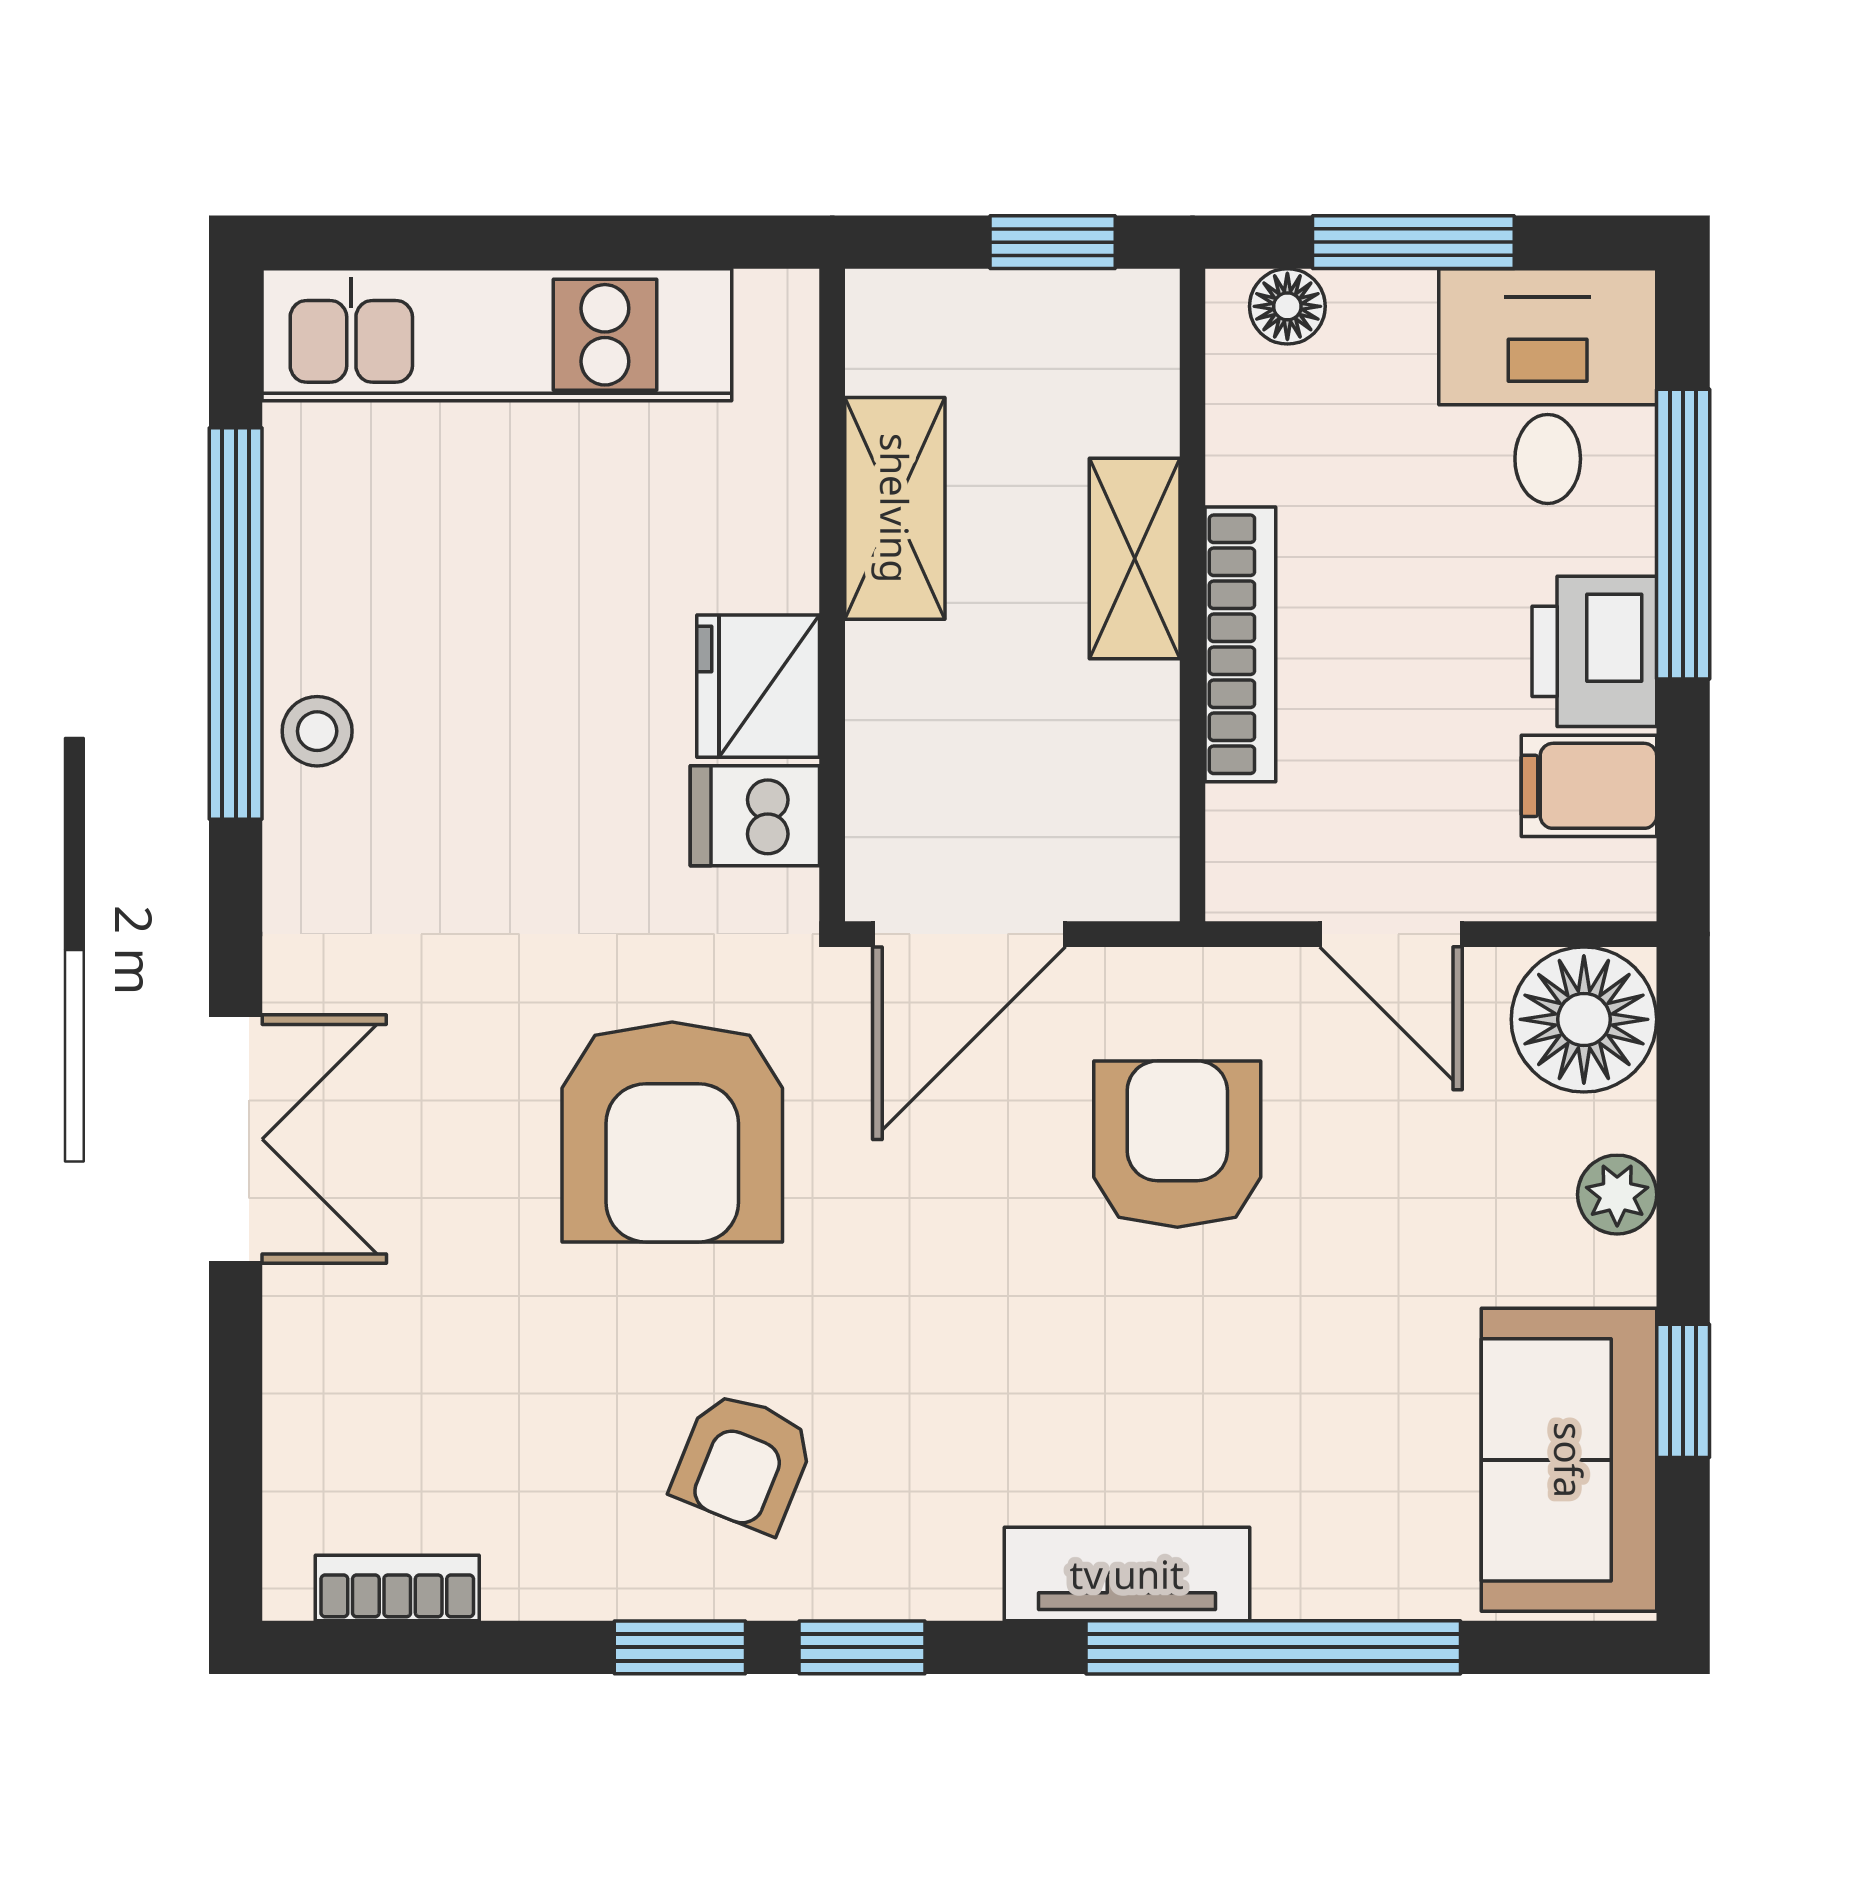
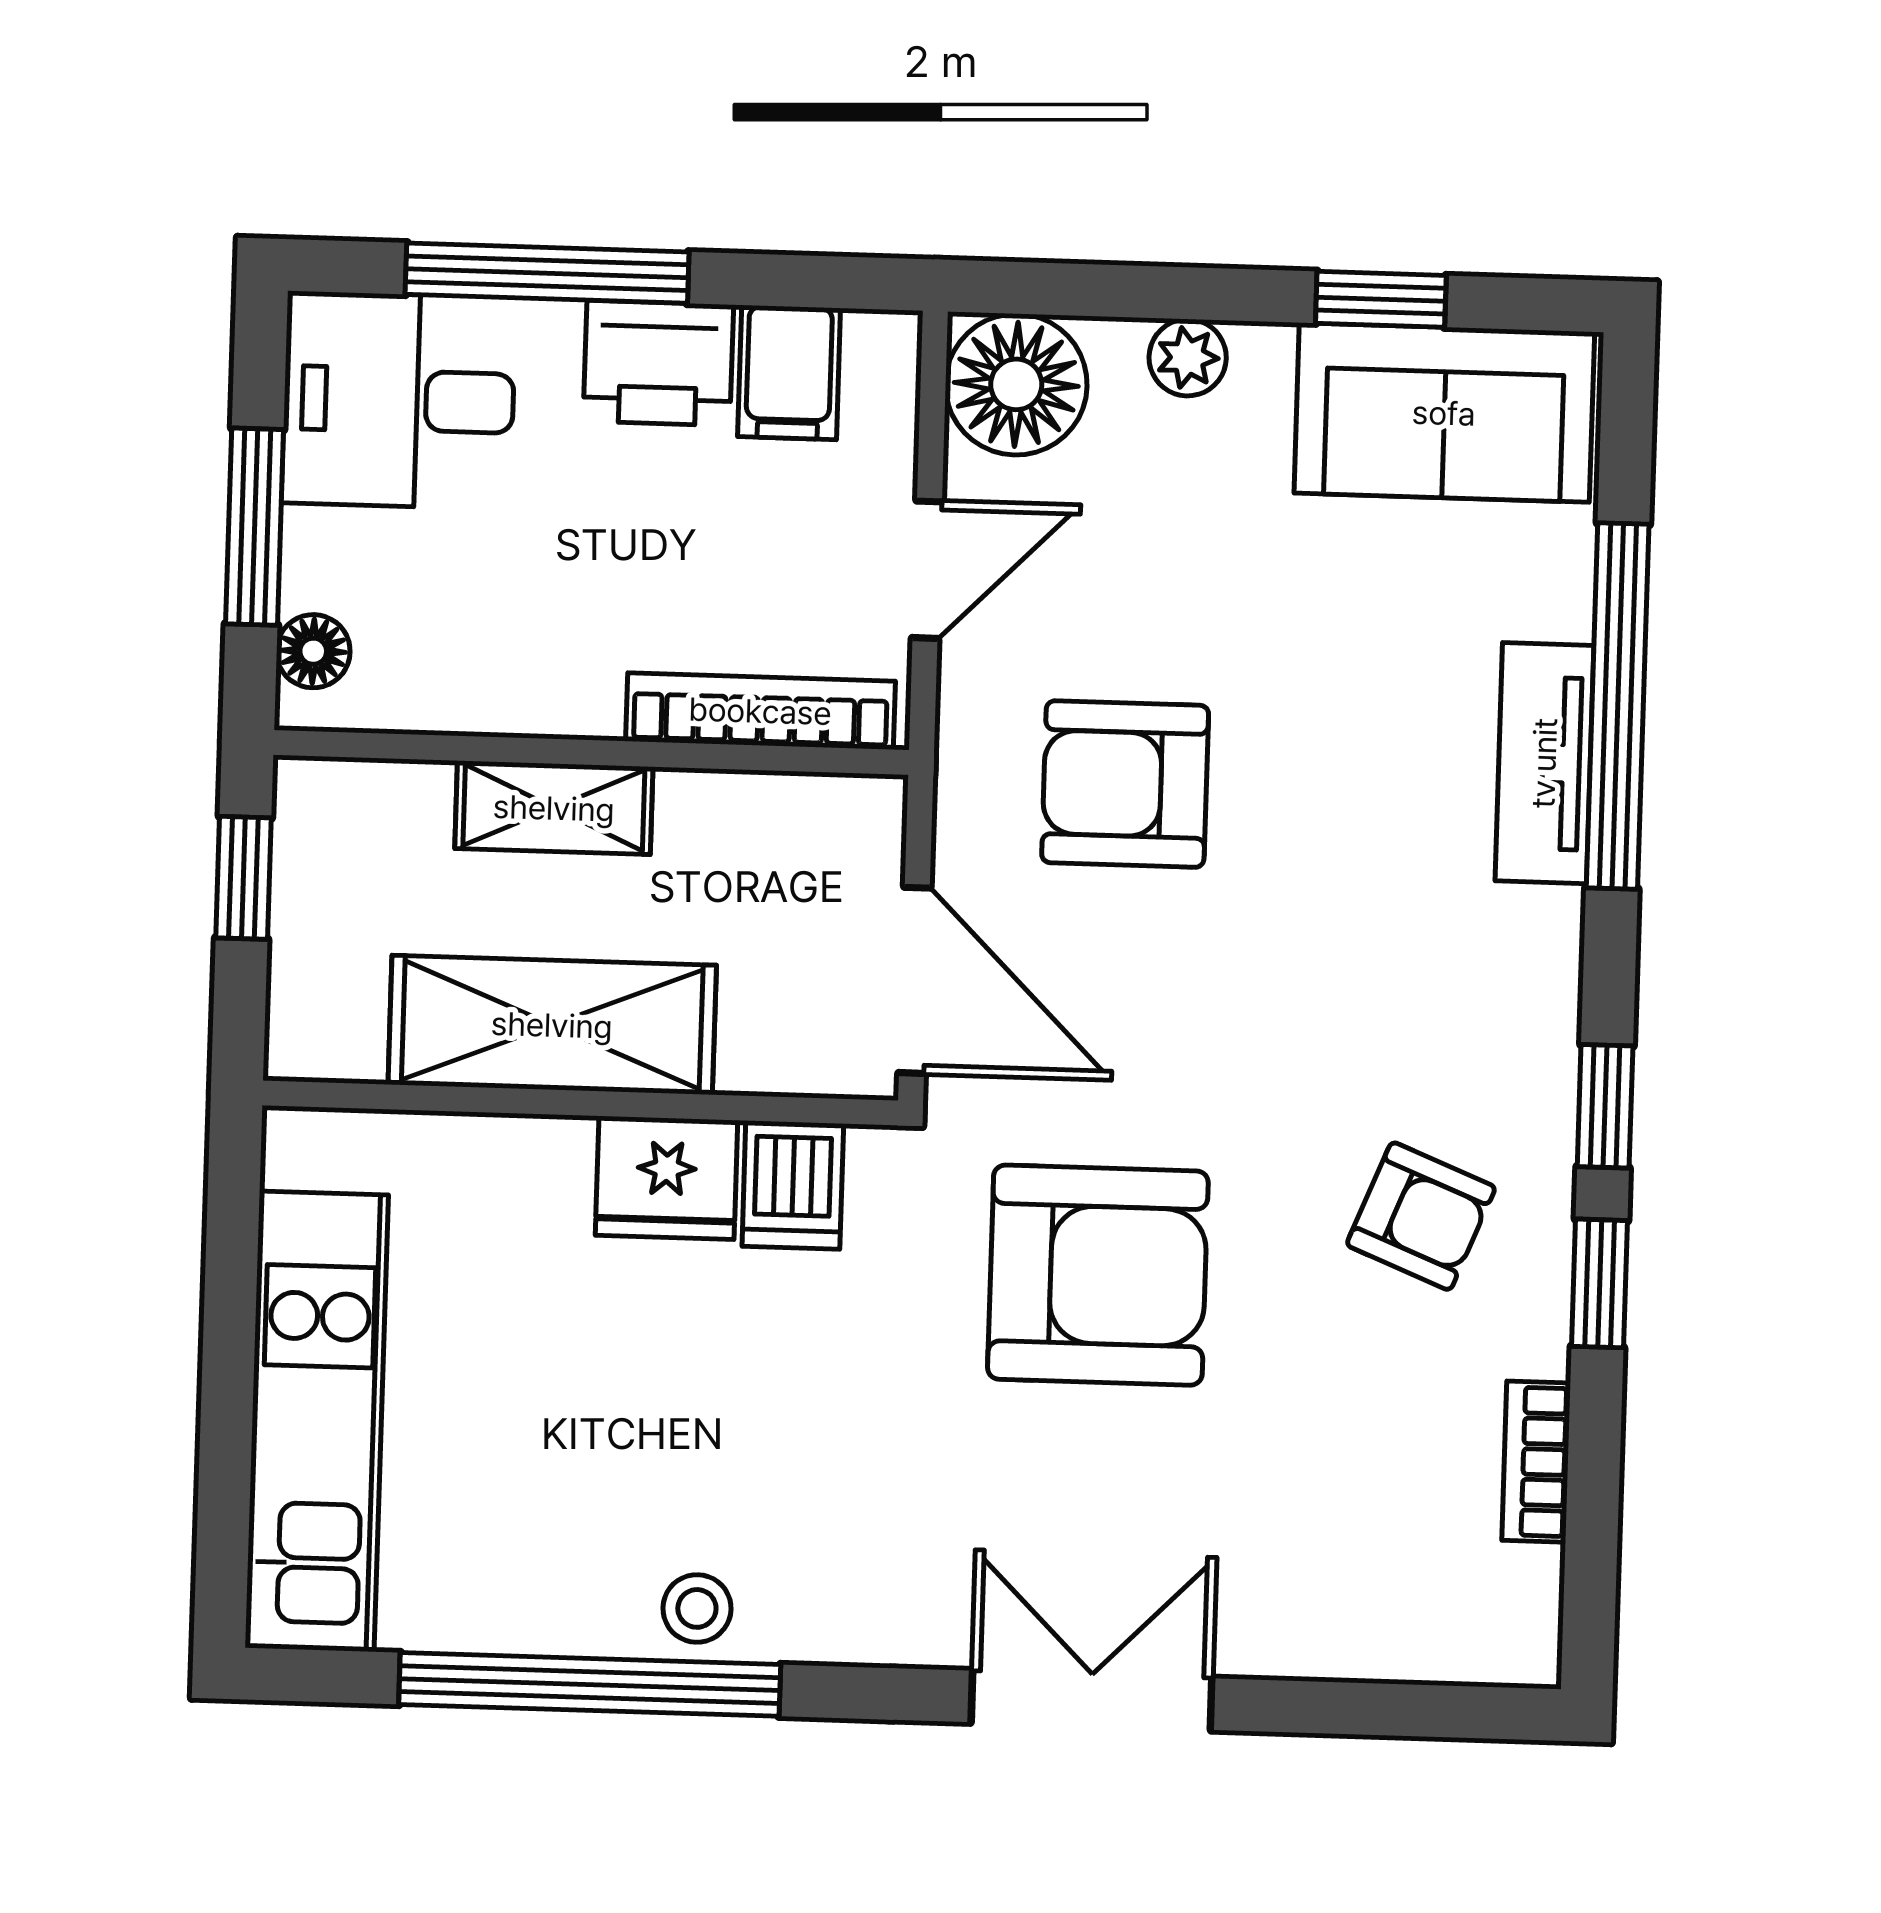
shelving: (895, 508) -> (552, 1025), width x1.50, depth x1.33
bookcase: (1240, 644) -> (760, 711), moved
tv unit: (1127, 1574) -> (1544, 763), moved
bookcase: (397, 1588) -> (1536, 1462), moved

